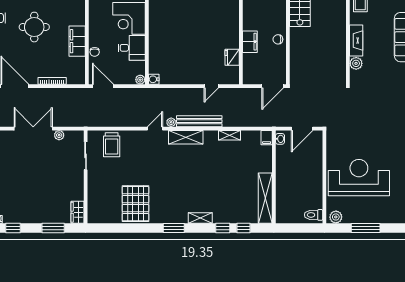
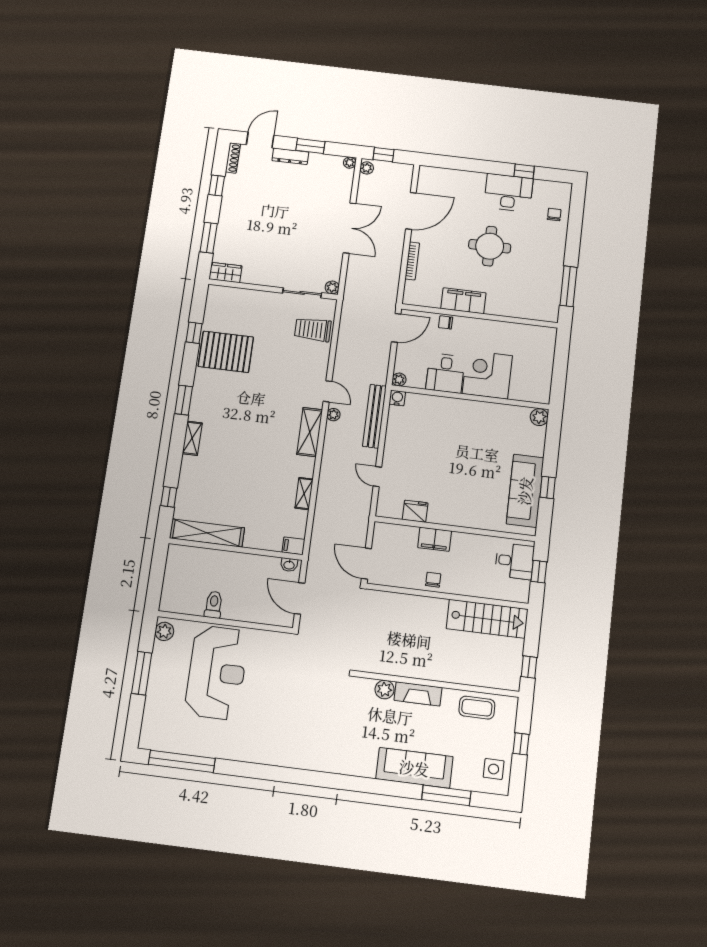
bench: (199, 121) -> (374, 416), moved
plant: (59, 135) -> (332, 287), moved
toilet: (314, 215) -> (214, 605), moved
window: (223, 228) -> (194, 333), moved

